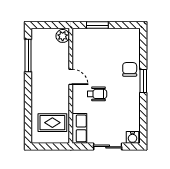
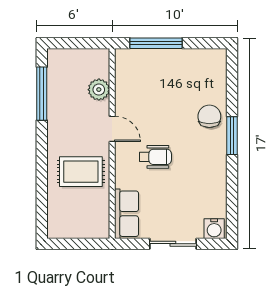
window: (97, 25) -> (156, 43), width x1.44
plant: (63, 36) -> (99, 90), moved
rug: (52, 123) -> (81, 172), moved

